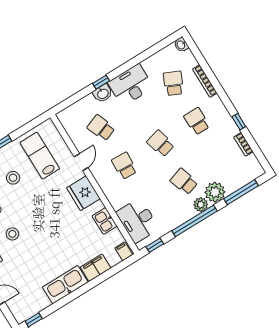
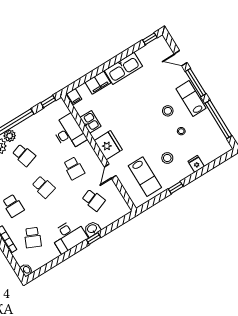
desk: (138, 221) -> (69, 132), moved

